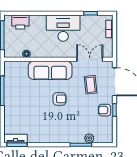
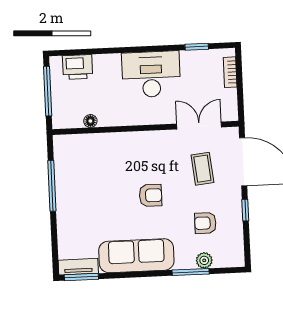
sofa: (50, 70) -> (136, 256), moved, turned 180
armchair: (105, 110) -> (205, 223), moved

